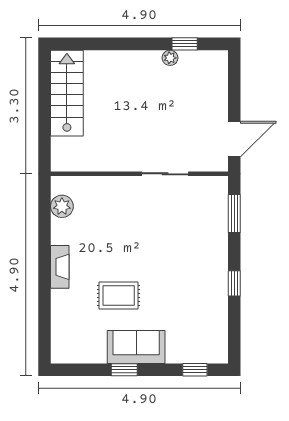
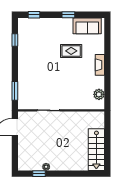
window: (234, 283) -> (15, 40), moved
sofa: (136, 347) -> (87, 26), moved

